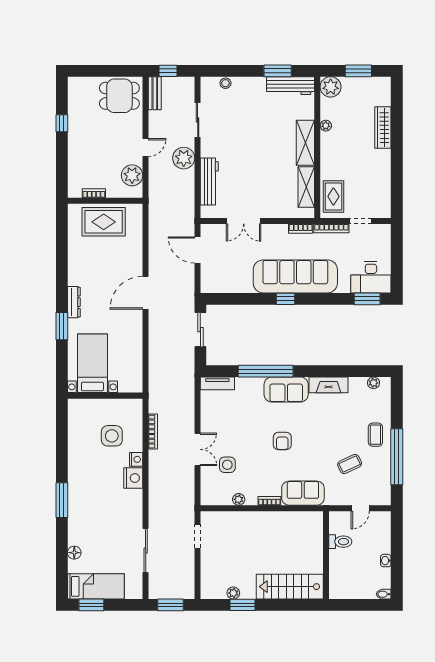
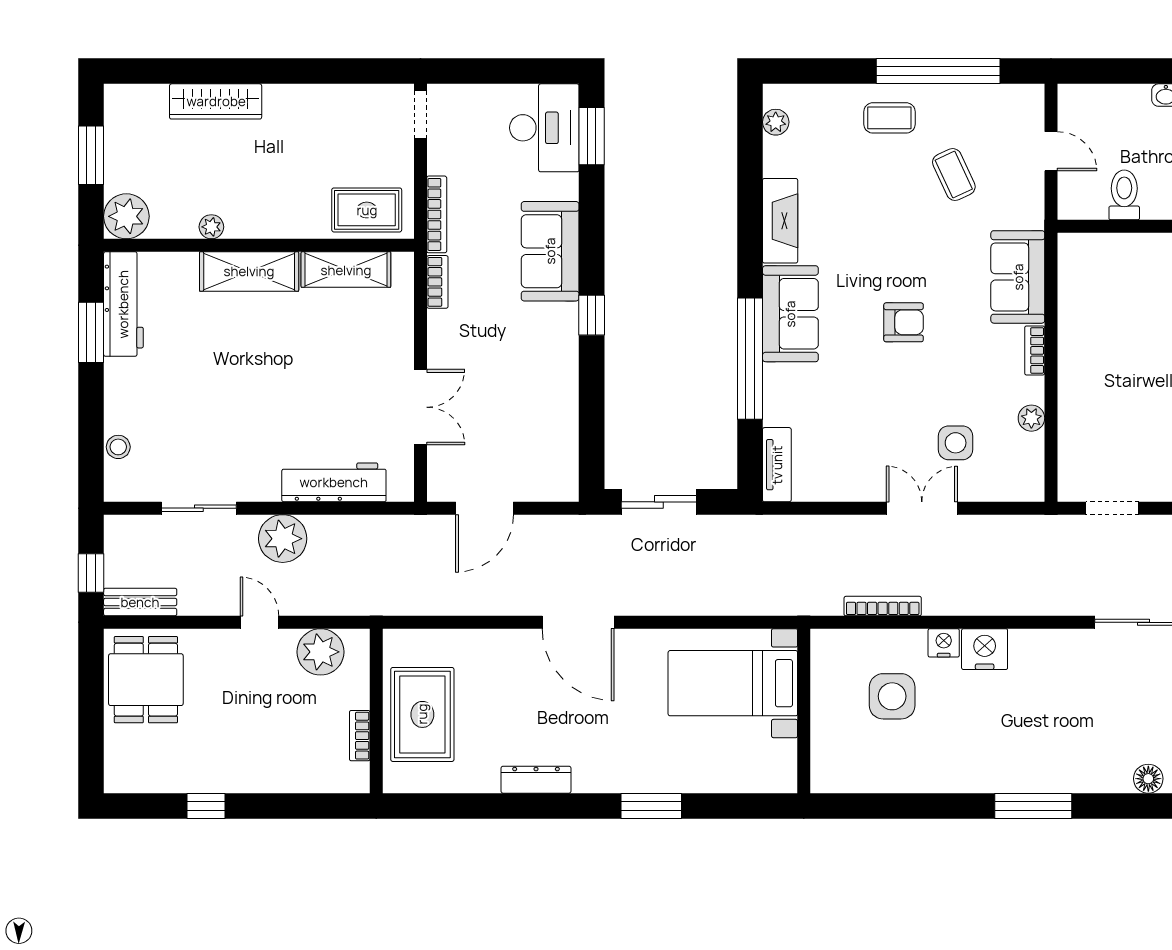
doorway: (361, 221) -> (421, 115), moved
sofa: (295, 276) -> (550, 251), width x0.54, depth x0.79
dresser: (74, 302) -> (536, 780), moved
bed with nightstands: (92, 363) -> (733, 683), moved

